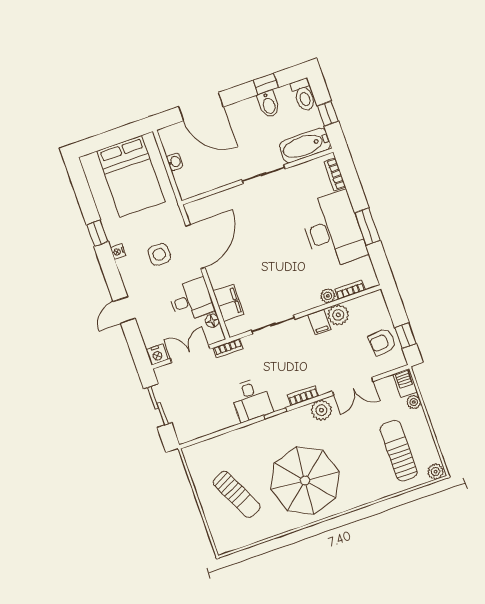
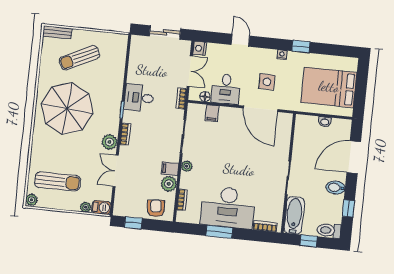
bidet: (269, 104) -> (336, 188), moved
plant: (328, 296) -> (187, 166), moved
filing cabinet: (229, 303) -> (212, 113), width x0.50
armchair: (382, 342) -> (156, 208), moved
bench: (219, 536) -> (57, 32), added

